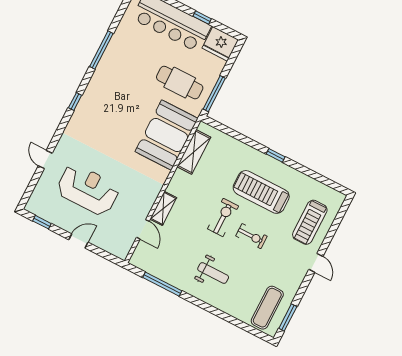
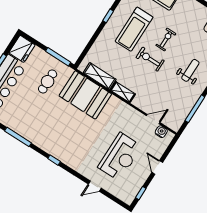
cafe table: (180, 83) -> (48, 82), width x0.73, depth x0.74
reception desk: (88, 189) -> (120, 157), turned 180
shelving: (163, 208) -> (123, 92), moved
water cooler: (127, 242) -> (161, 132), added

